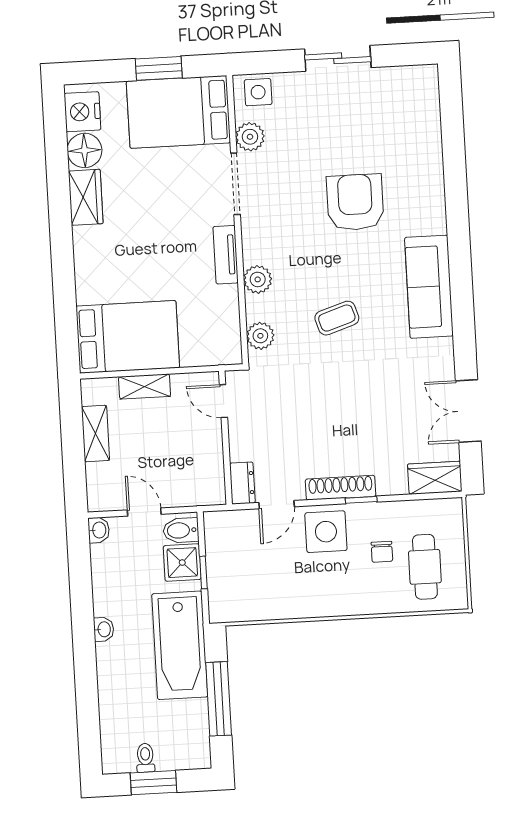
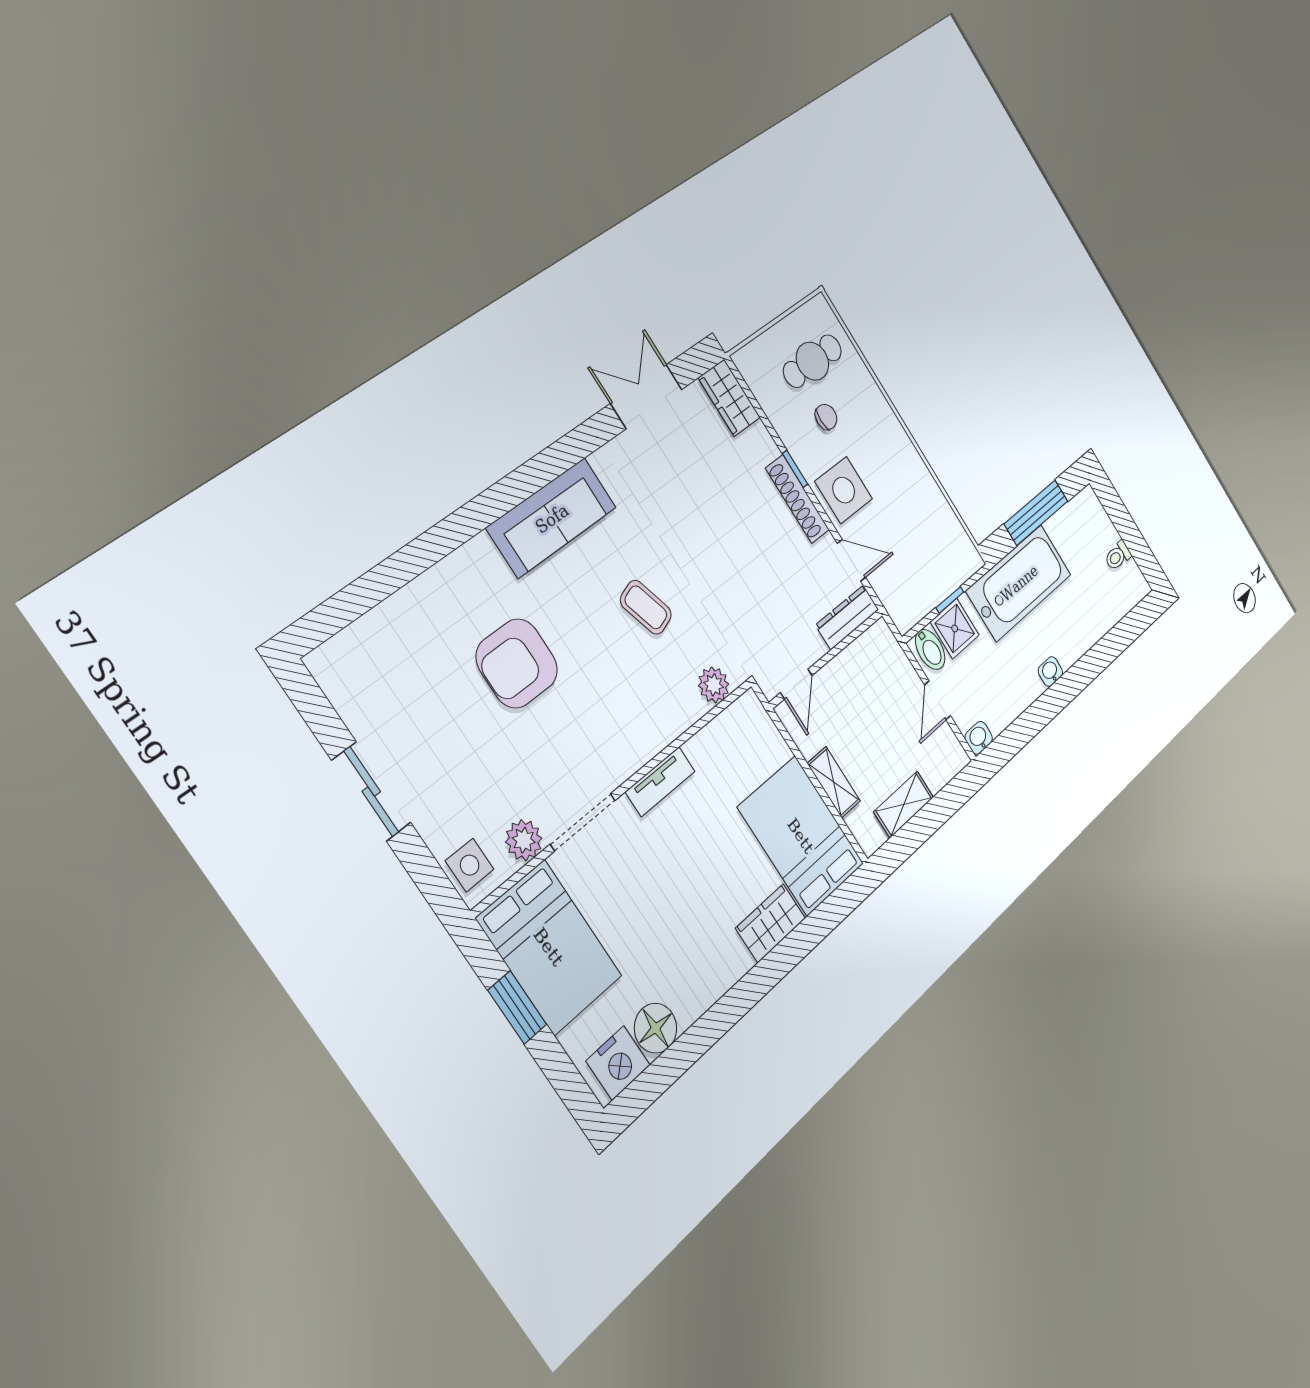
wardrobe: (86, 197) -> (771, 923), moved
plant: (258, 279) -> (662, 726), removed
double door: (468, 411) -> (646, 396), swing flipped
dresser: (242, 483) -> (847, 617), width x1.44
window: (153, 783) -> (1130, 534), removed

